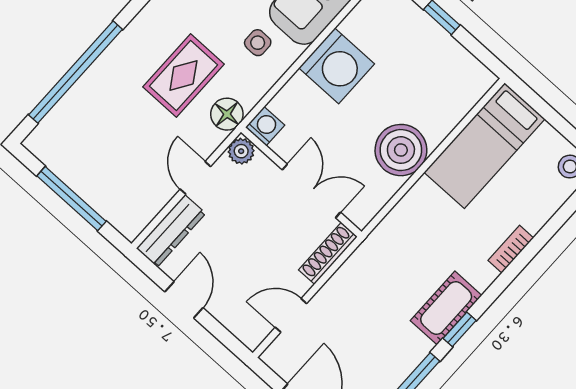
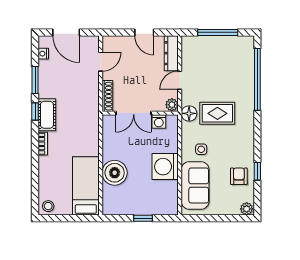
rug: (183, 75) -> (217, 113), turned 90
washing machine: (265, 126) -> (159, 122), moved
boiler: (401, 150) -> (115, 173), moved
door: (195, 178) -> (180, 80), swing flipped
bookcase: (511, 249) -> (43, 144), moved

